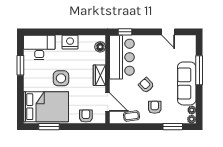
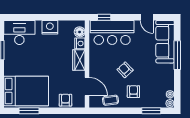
bar counter: (122, 57) -> (112, 32), moved, turned 90
nightstand: (100, 58) -> (80, 43), added
side table: (61, 78) -> (41, 63), removed
sofa: (187, 83) -> (165, 42), moved

